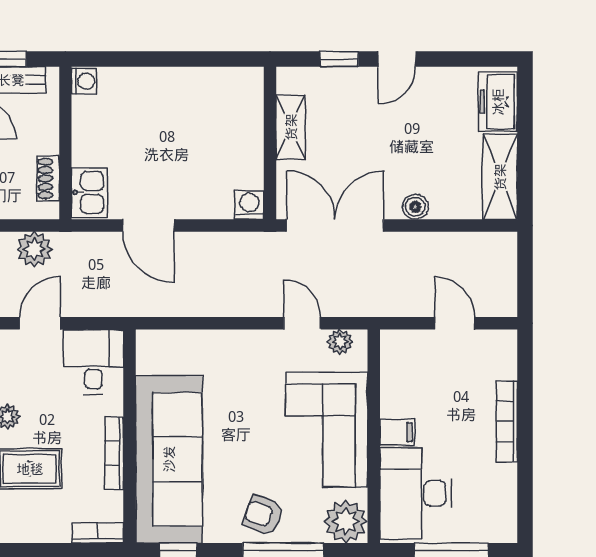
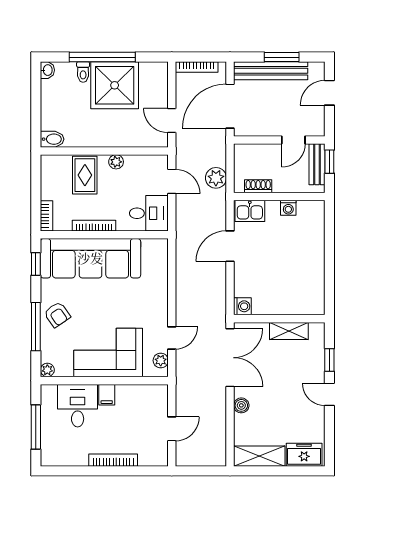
washing machine: (84, 81) -> (288, 208), moved
desk: (416, 493) -> (78, 406), width x0.73
armchair: (263, 515) -> (57, 315), turned 125
plant: (346, 521) -> (47, 370), width x0.53, depth x0.53

